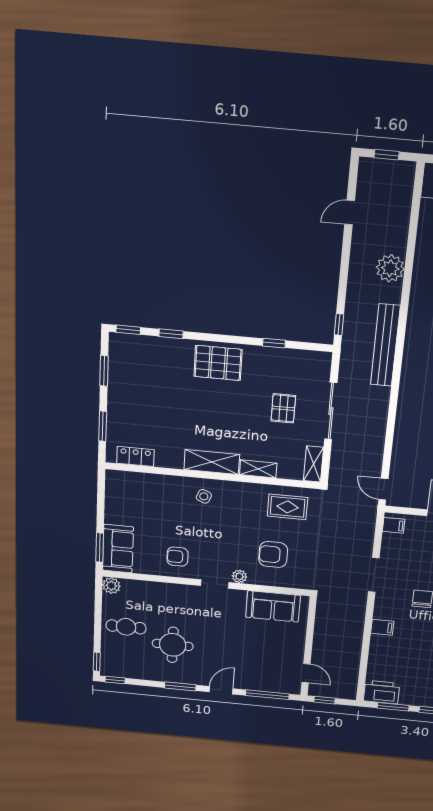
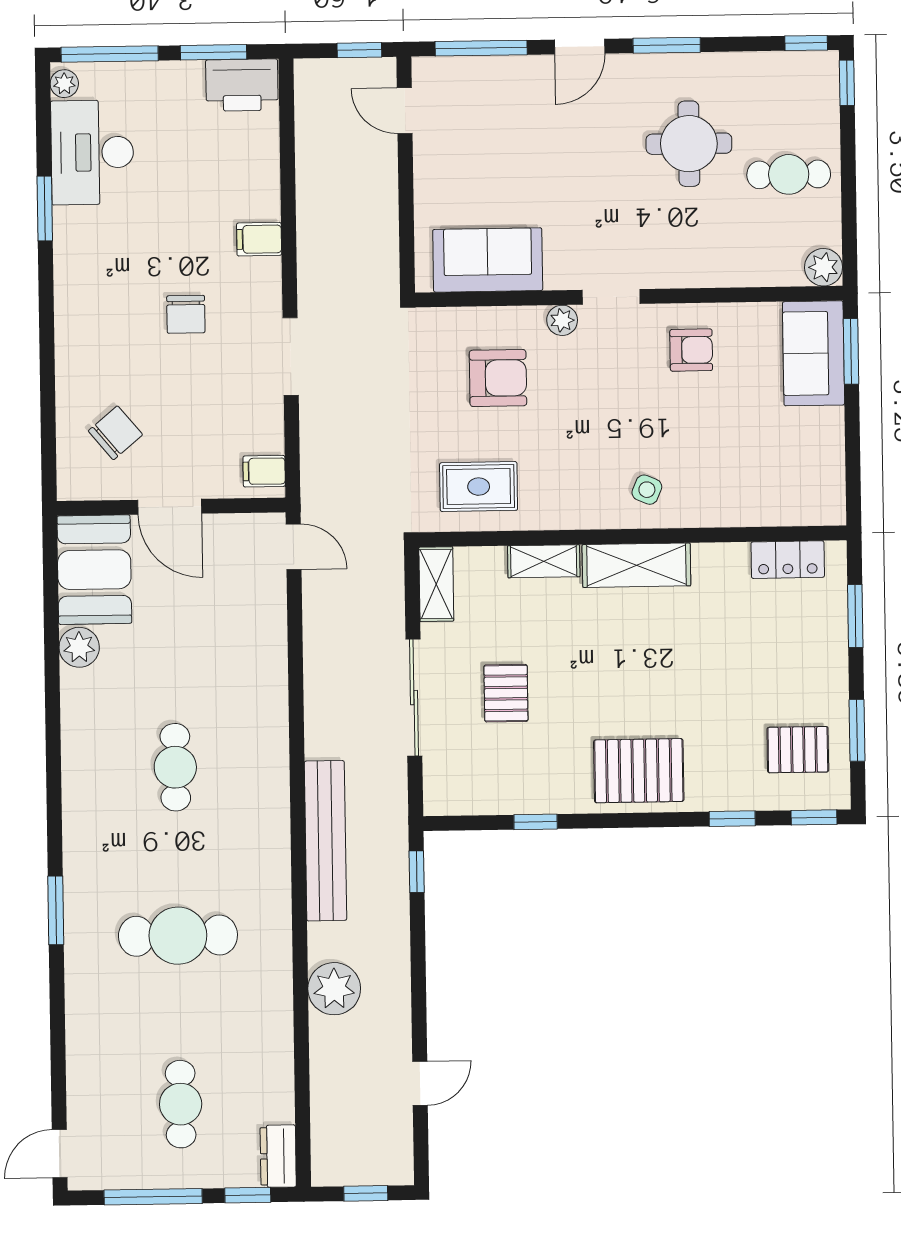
pallet: (135, 365) -> (798, 750), added

